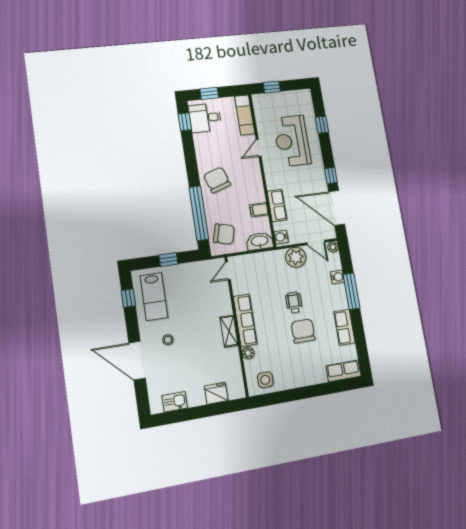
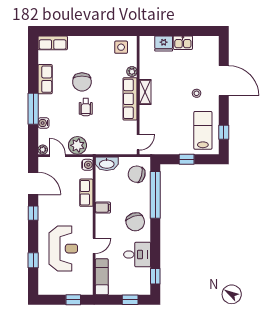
desk: (205, 118) -> (137, 255), moved
door: (337, 208) -> (33, 183), width x0.73
filing cabinet: (259, 210) -> (103, 208), moved
kitchen sink: (175, 402) -> (183, 43), moved

